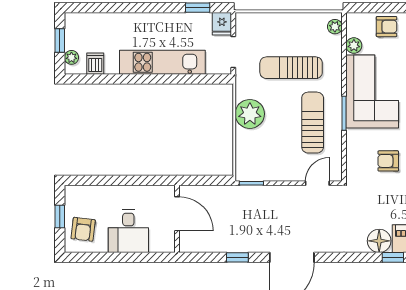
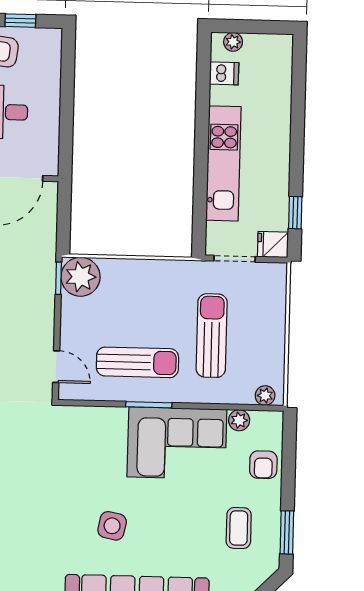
window: (60, 41) -> (256, 27), removed
plant: (250, 114) -> (81, 277), moved
armchair: (388, 161) -> (83, 462), removed

